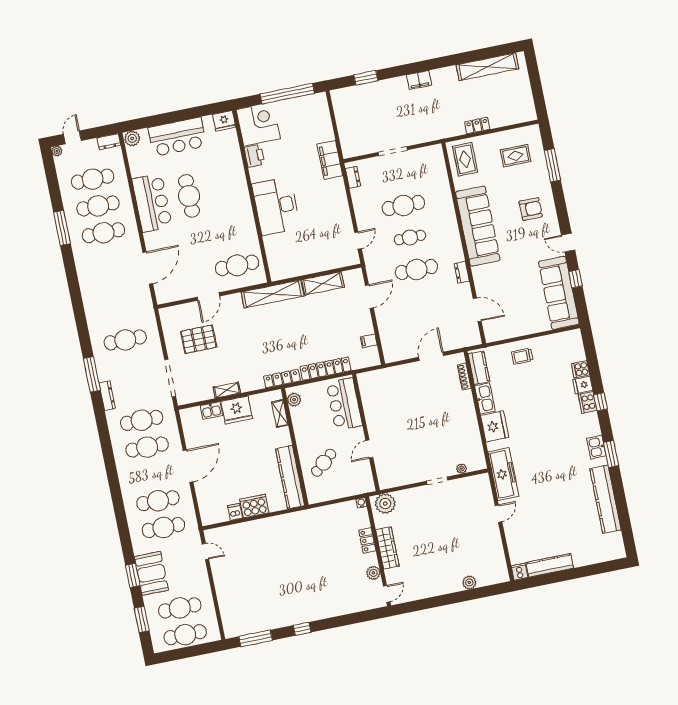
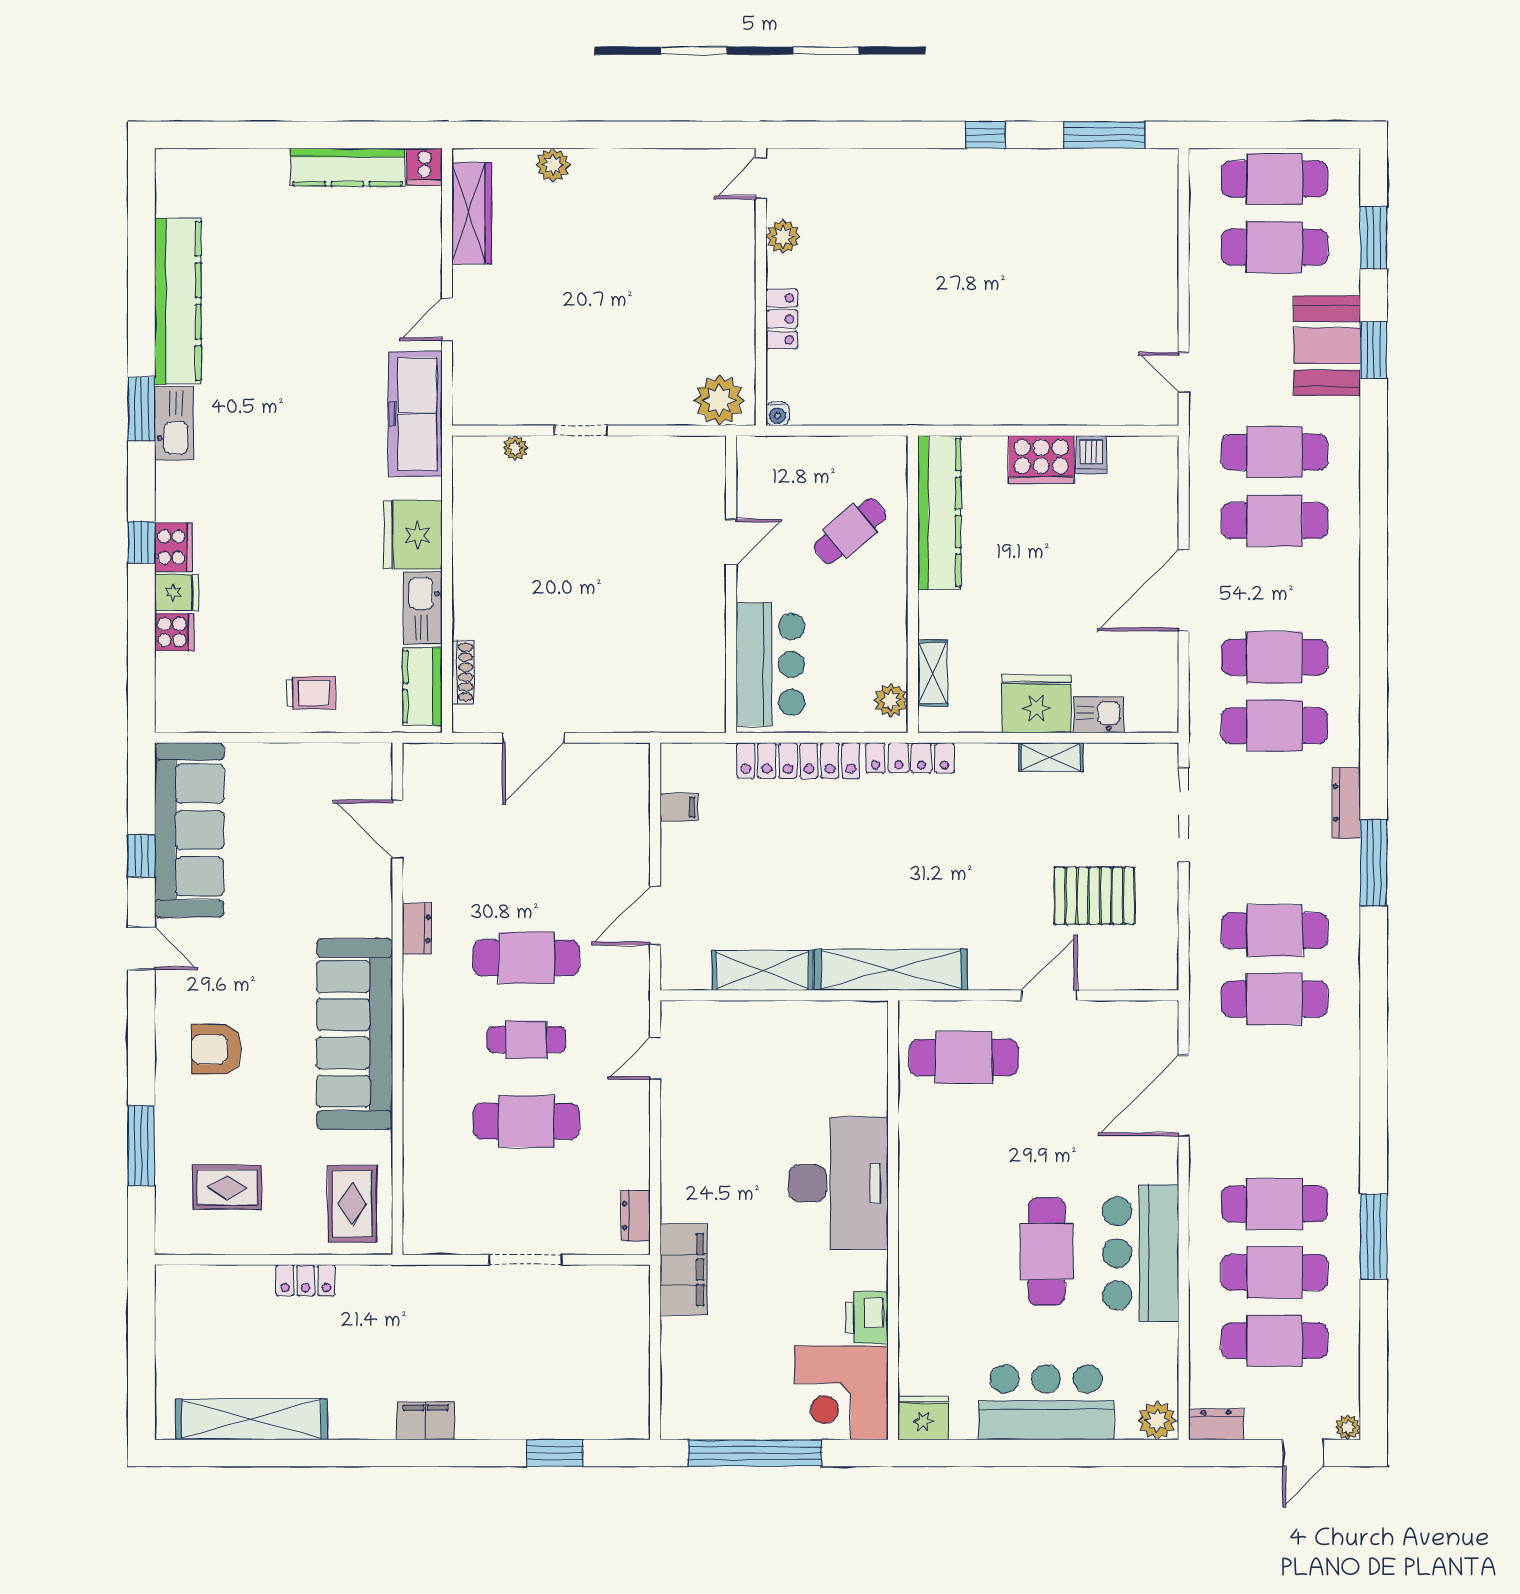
cafe table: (120, 313) -> (1275, 999), added
kitchen sink: (596, 447) -> (174, 423), width x1.38
wardrobe: (387, 548) -> (472, 213), moved, turned 180

